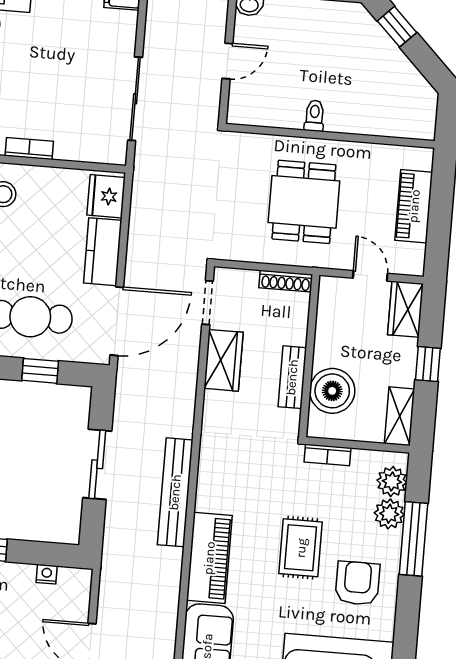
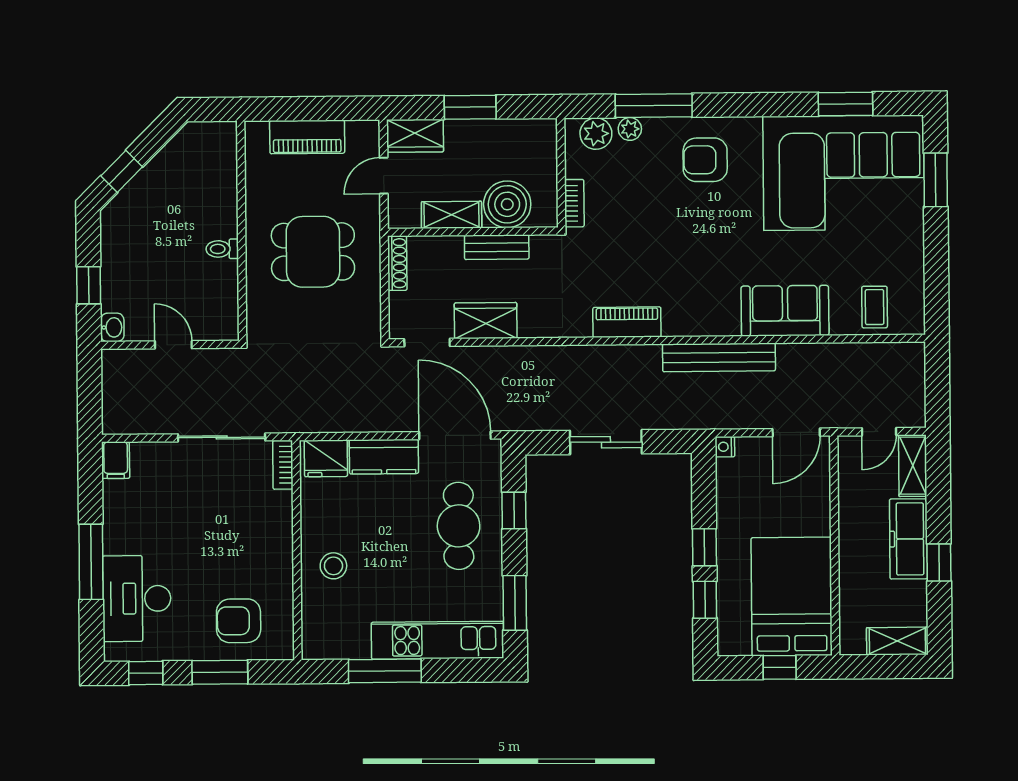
bookcase: (29, 149) -> (283, 465), moved
window: (428, 364) -> (470, 107), width x1.50
shelving: (400, 416) -> (452, 215), moved
bench: (175, 492) -> (719, 357), moved
plant: (389, 514) -> (630, 129), width x0.73, depth x0.73
rug: (301, 548) -> (674, 222), removed
piano: (209, 558) -> (627, 322), moved, width x0.73, depth x0.75
nightstand: (47, 574) -> (725, 447), moved

